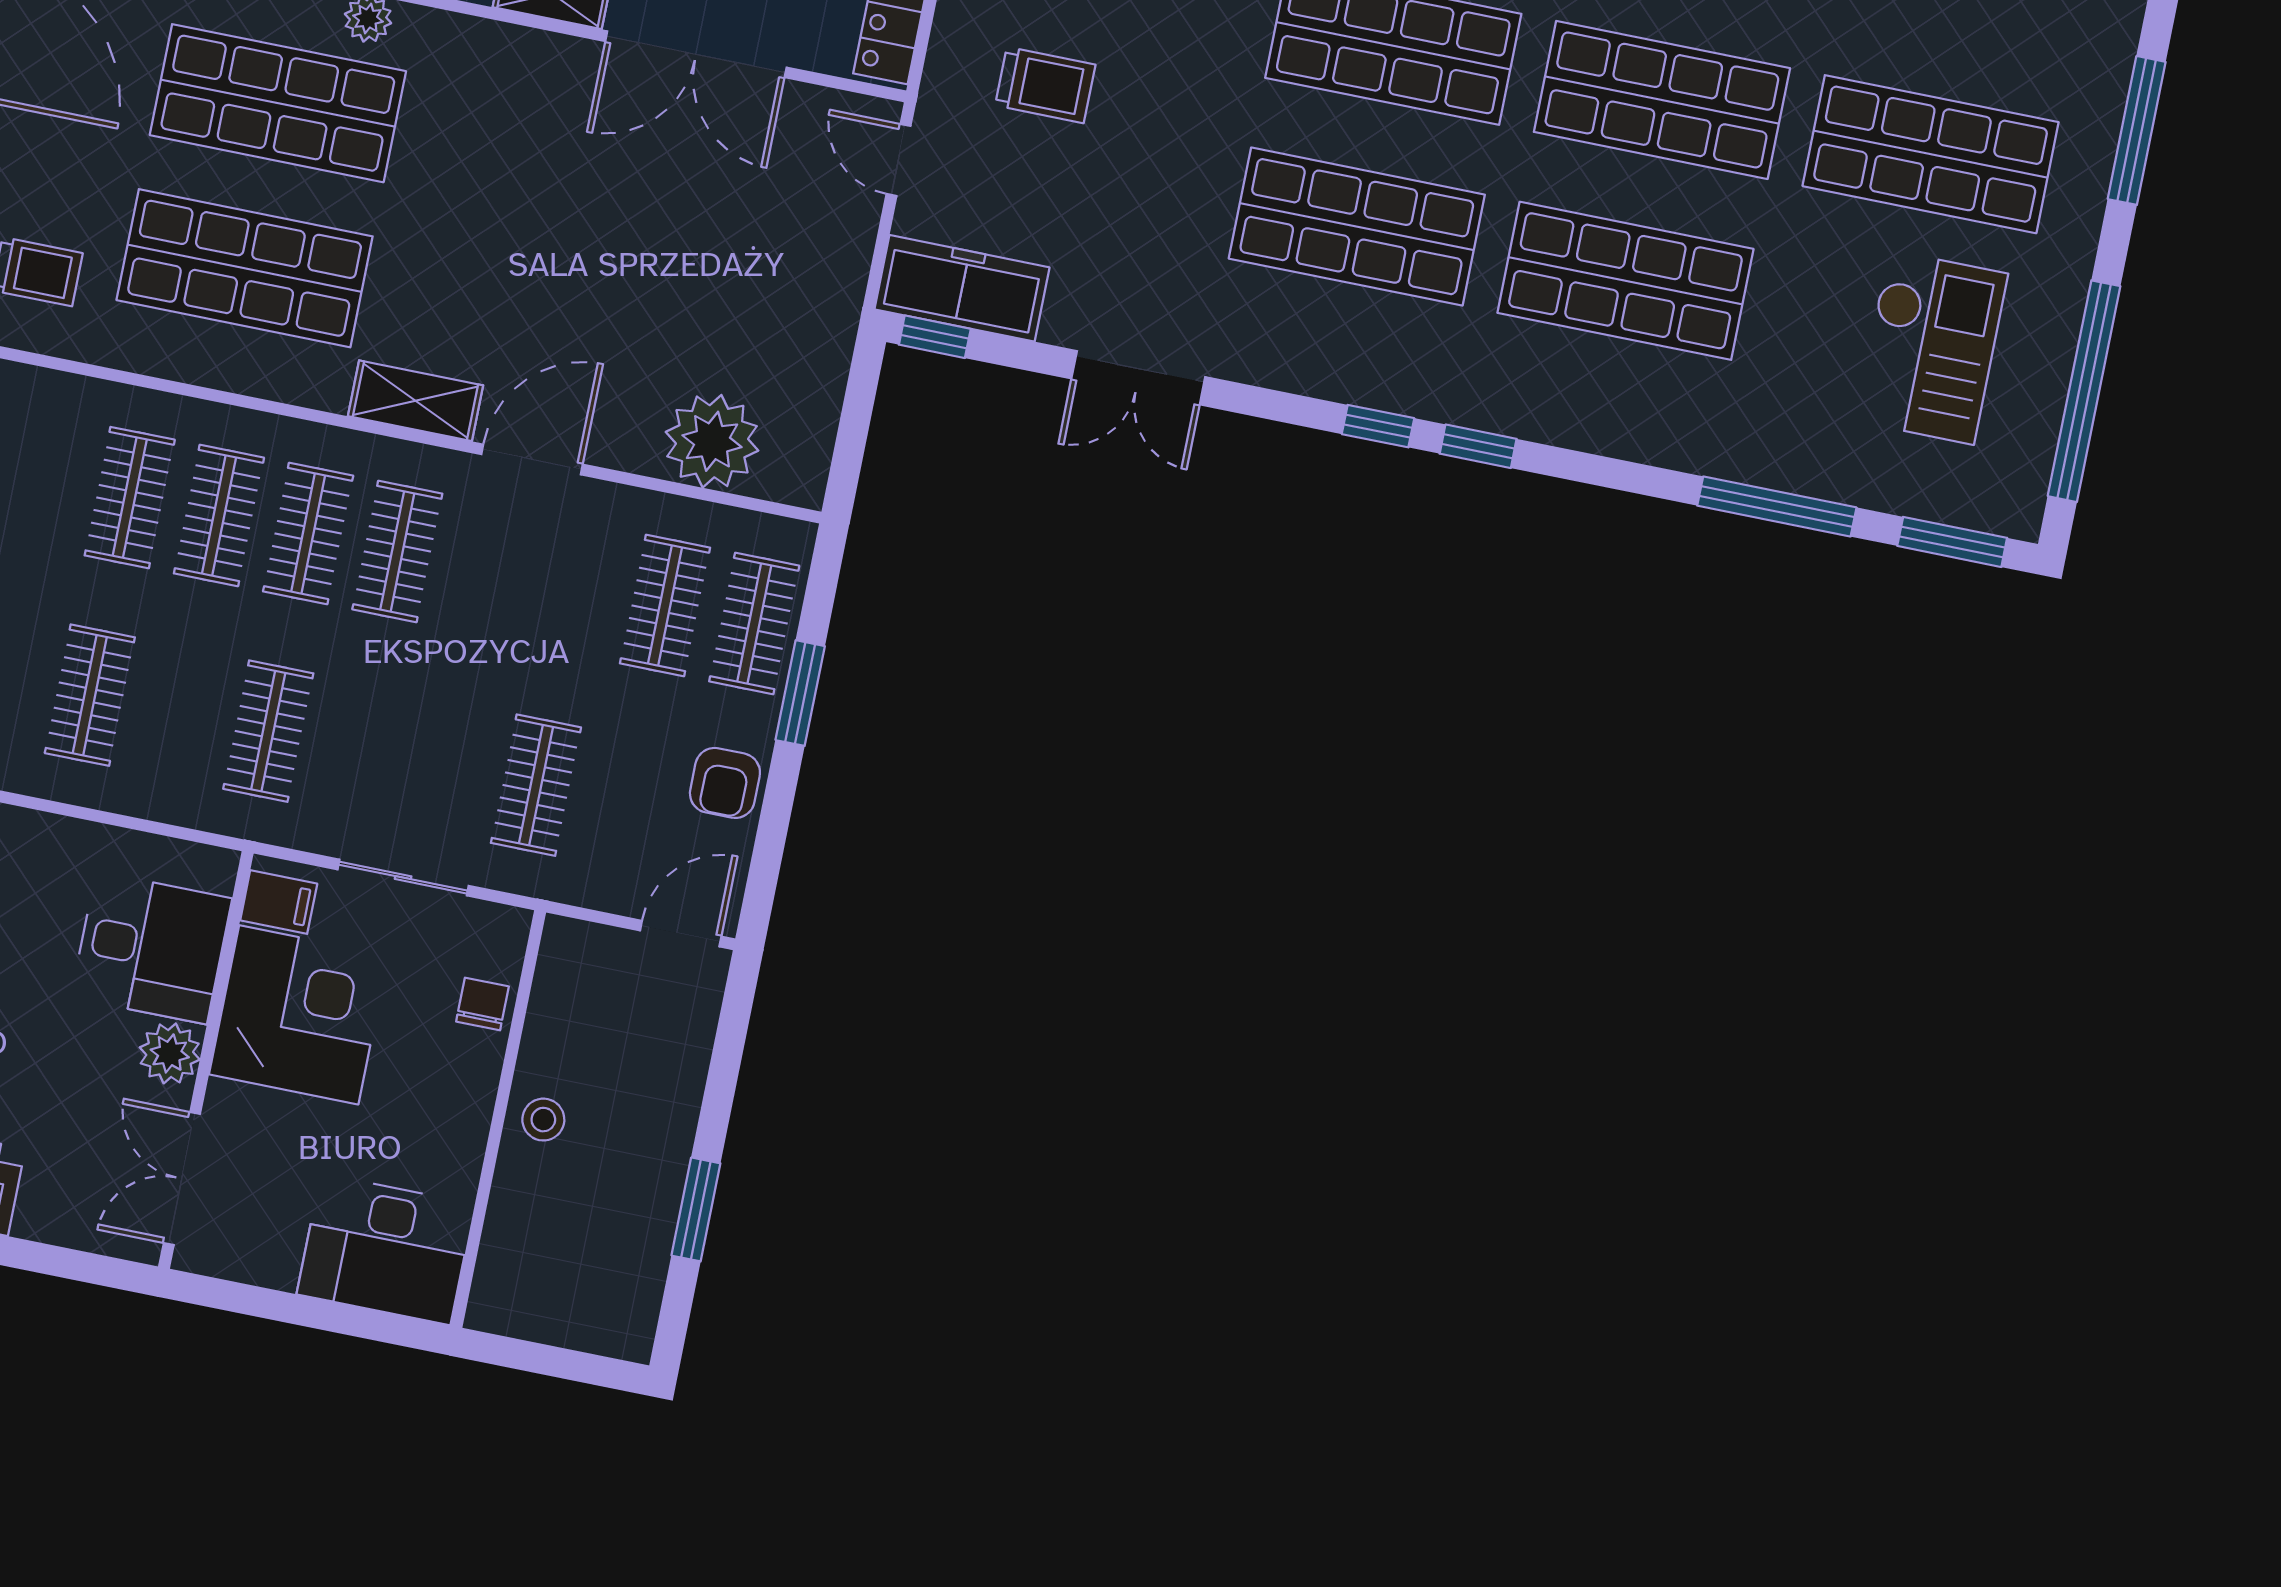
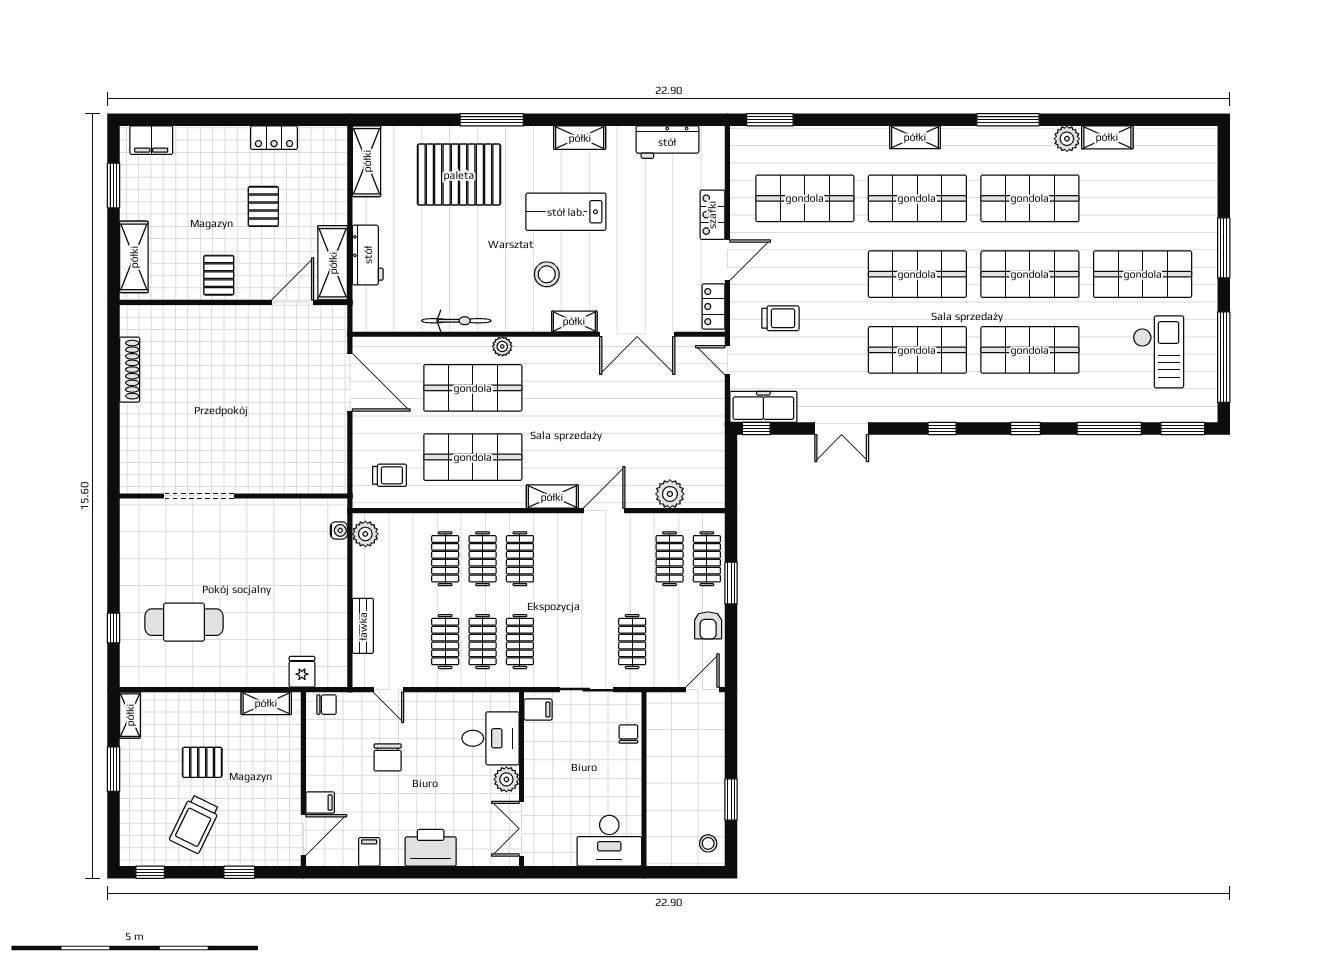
plant: (712, 441) -> (670, 494), width x0.73, depth x0.73
window: (1478, 446) -> (1026, 429), moved
clothes rail: (397, 552) -> (483, 642), moved
corner desk: (299, 1015) -> (555, 753), removed
stool: (543, 1120) -> (708, 843), moved

